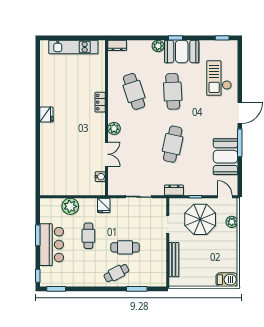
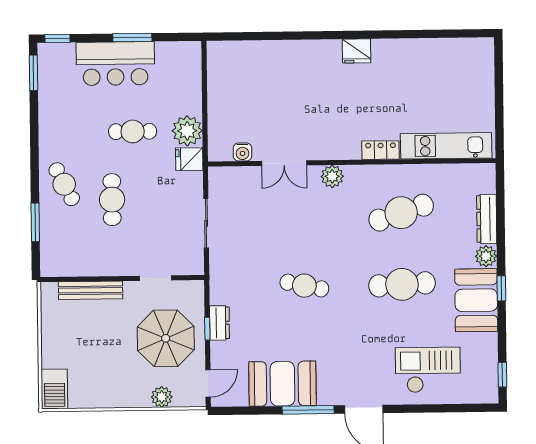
dresser: (117, 45) -> (487, 219), moved, width x1.44
kitchen unit: (73, 47) -> (446, 146), moved, turned 90
cafe table: (173, 144) -> (304, 286), width x0.73, depth x0.74
dresser: (174, 190) -> (219, 323), moved
plant: (70, 206) -> (187, 131), moved

